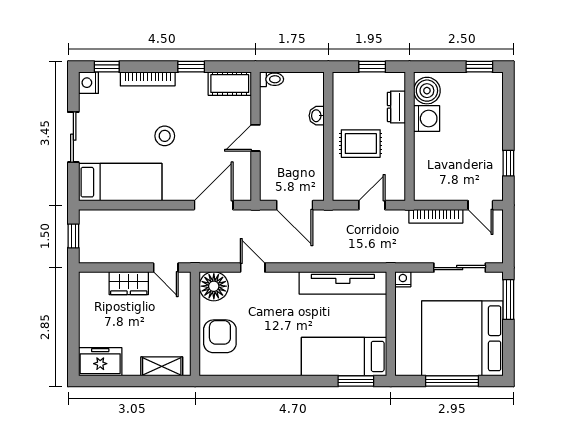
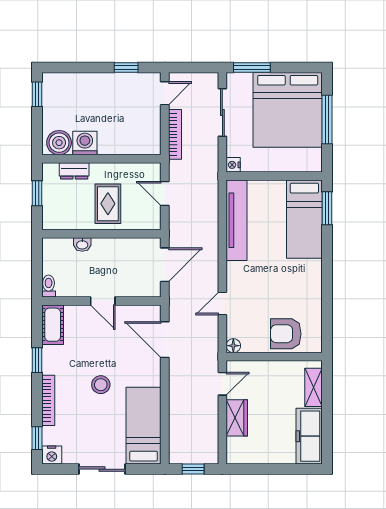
floor lamp: (214, 286) -> (233, 346), width x0.53, depth x0.53
freezer: (100, 362) -> (309, 436), width x1.40

